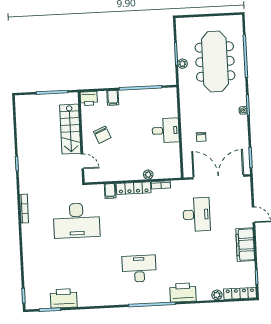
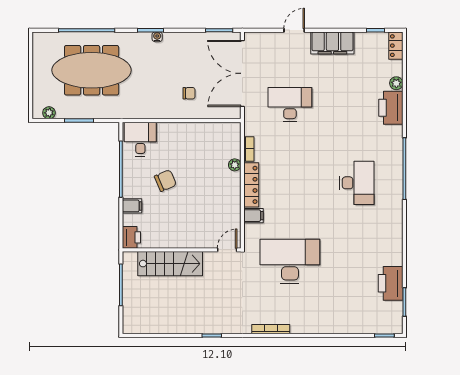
plant: (182, 64) -> (49, 113), moved
desk: (166, 130) -> (140, 139), moved
chair: (102, 135) -> (165, 181), moved
door: (82, 161) -> (227, 250), moved
desk: (77, 221) -> (290, 261), turned -90
desk: (139, 269) -> (357, 183), turned 180
printer: (183, 292) -> (391, 108), moved
locker: (240, 293) -> (396, 46), width x0.66

